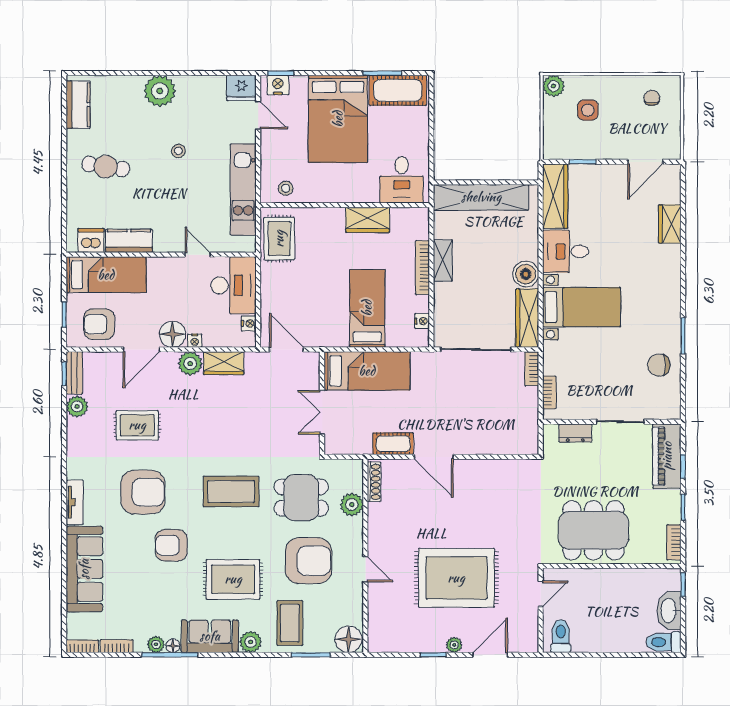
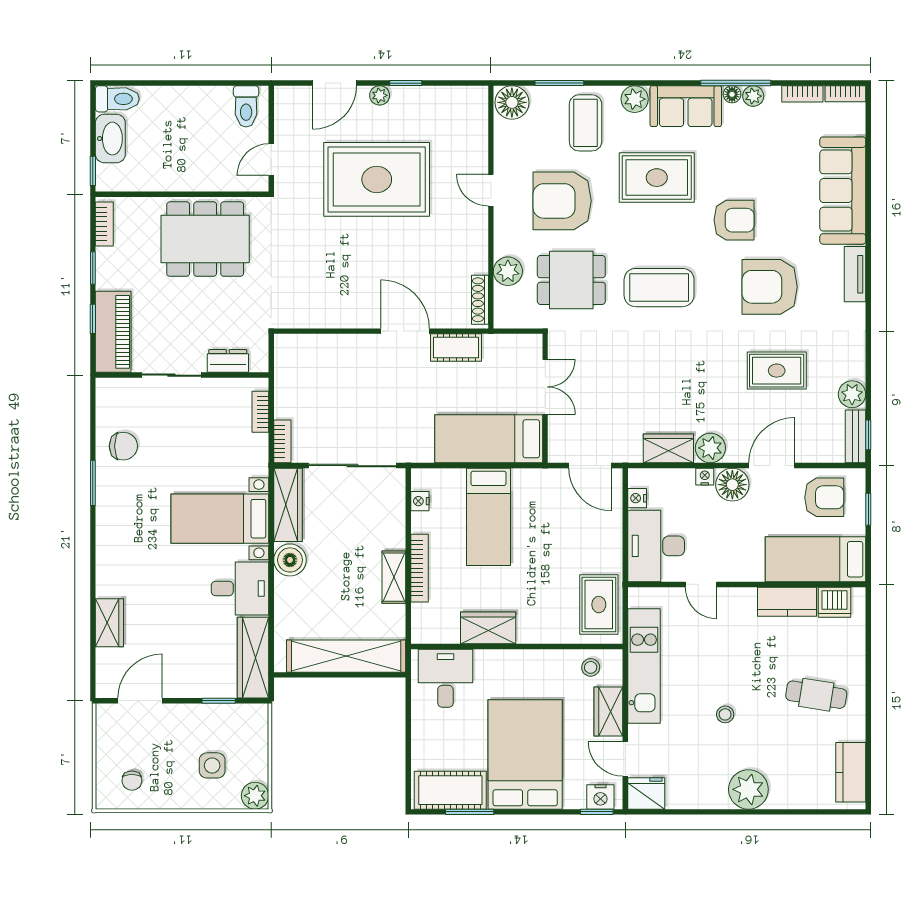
wardrobe: (272, 153) -> (608, 712), added

